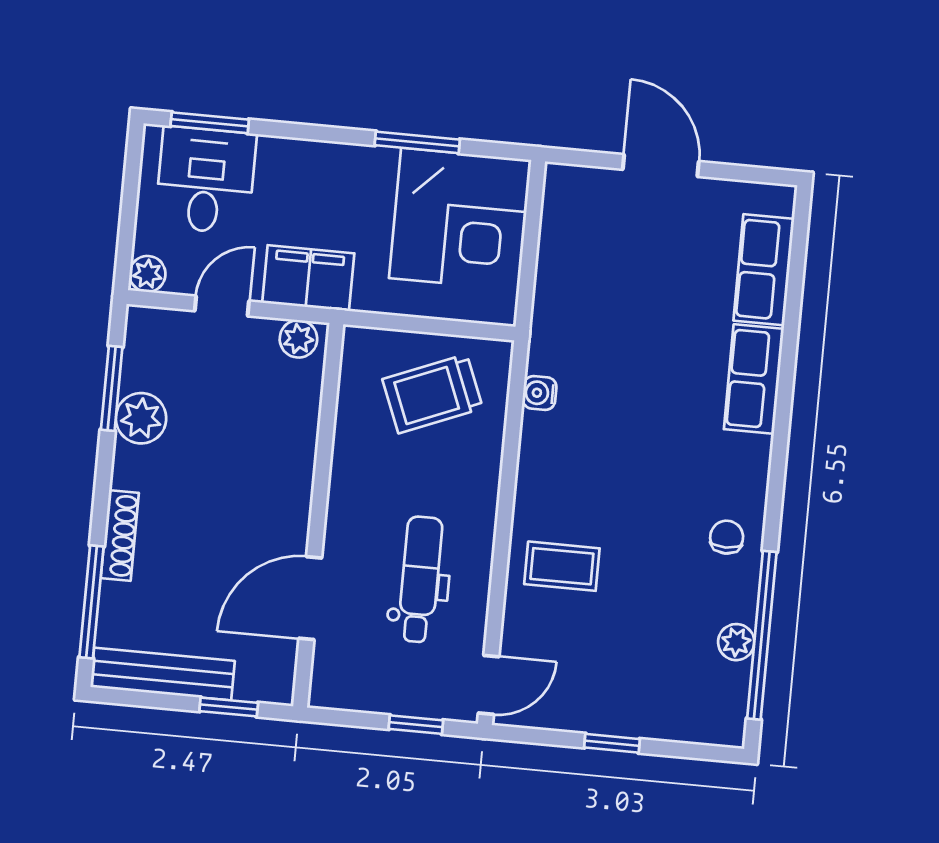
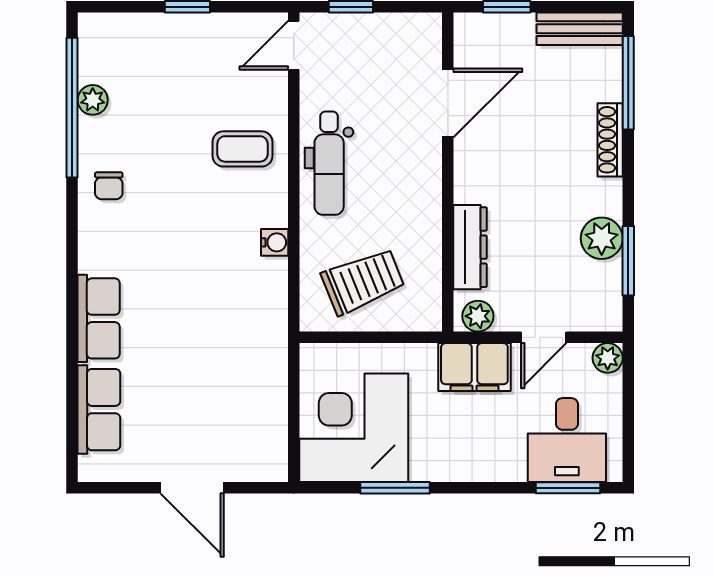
water cooler: (539, 393) -> (275, 242), moved
dresser: (300, 423) -> (470, 247), added
dental chair: (420, 579) -> (329, 163), moved
bench: (163, 674) -> (580, 29), width x0.73

